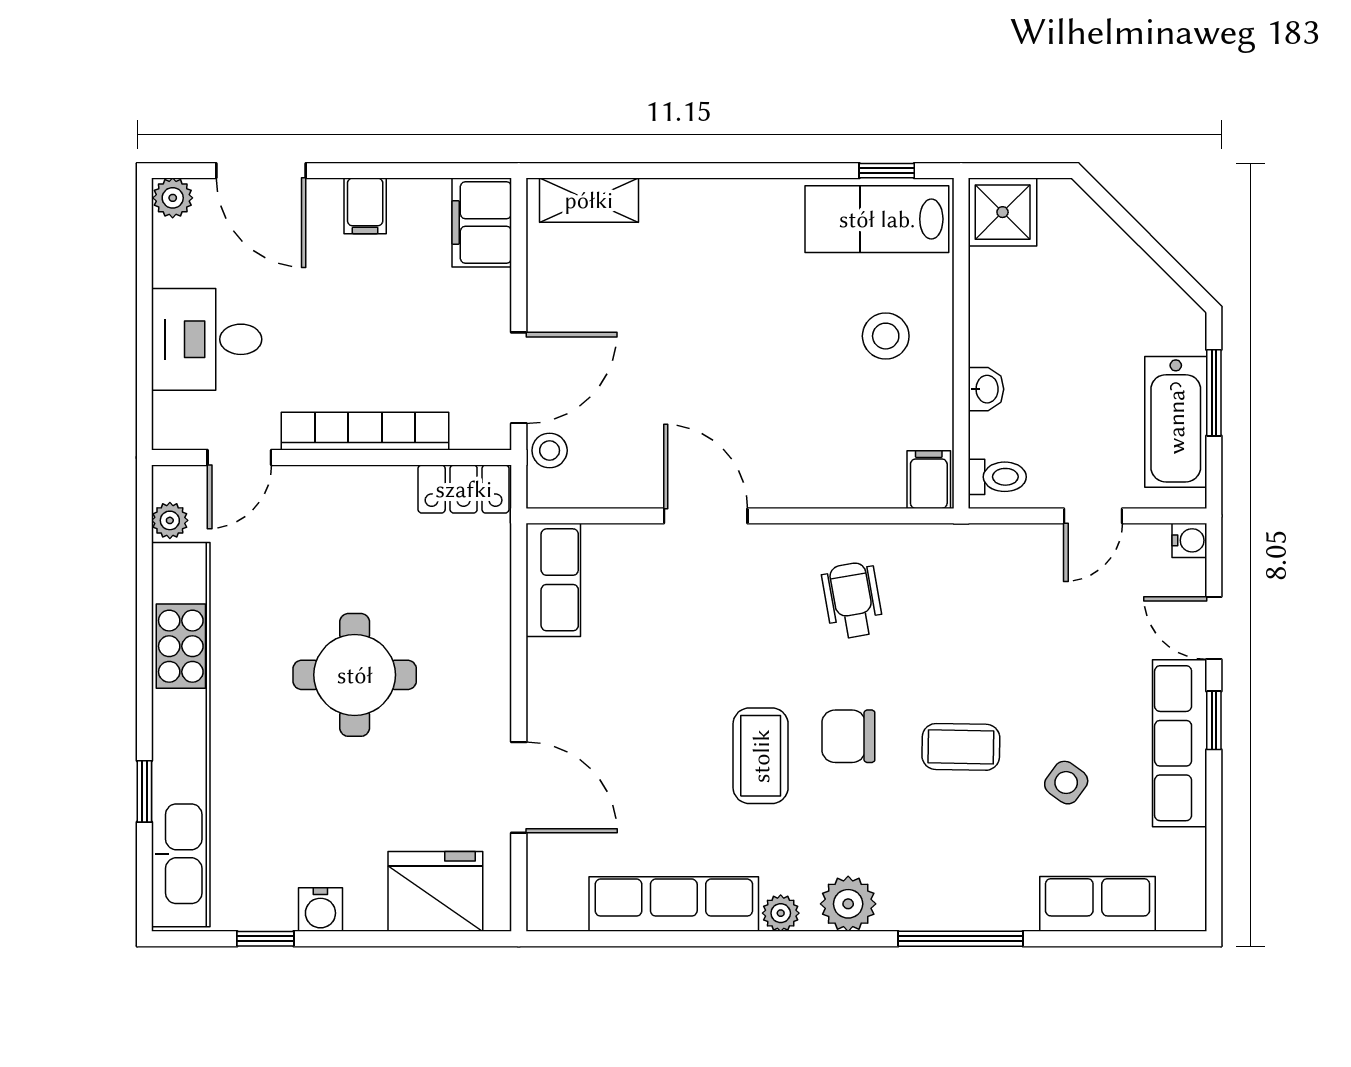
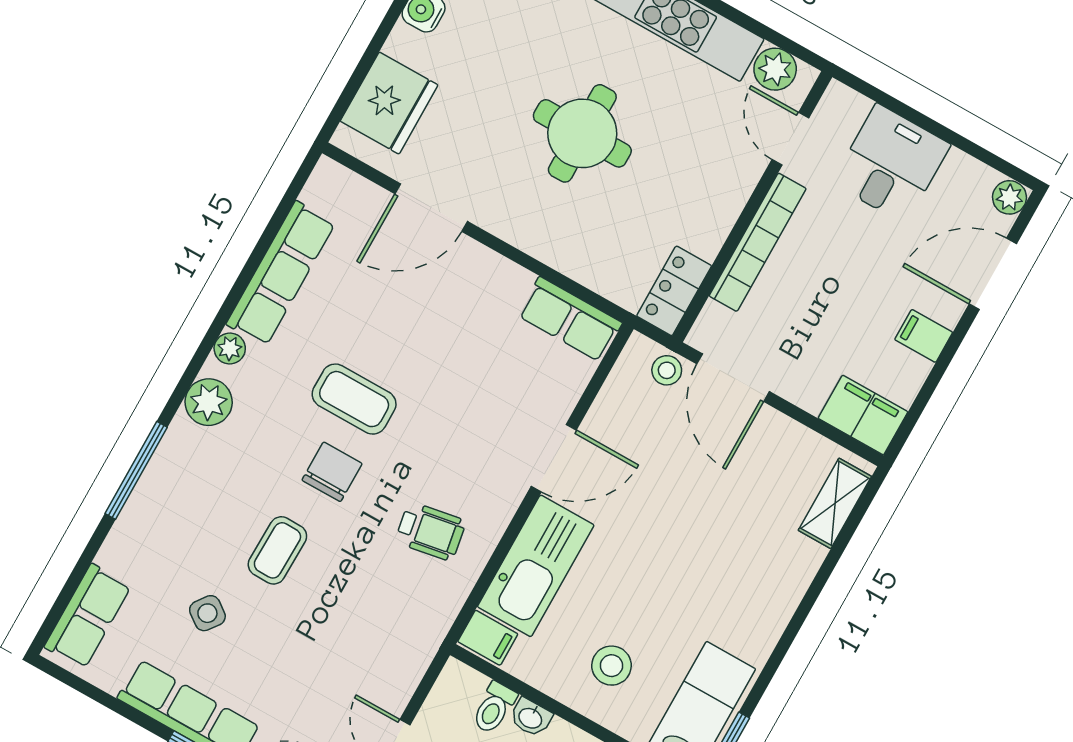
kitchen sink: (827, 472) -> (536, 566), added
toilet: (997, 477) -> (494, 708), moved
plant: (170, 520) -> (775, 69), width x1.38, depth x1.38
row of seats: (1097, 904) -> (88, 616), moved

